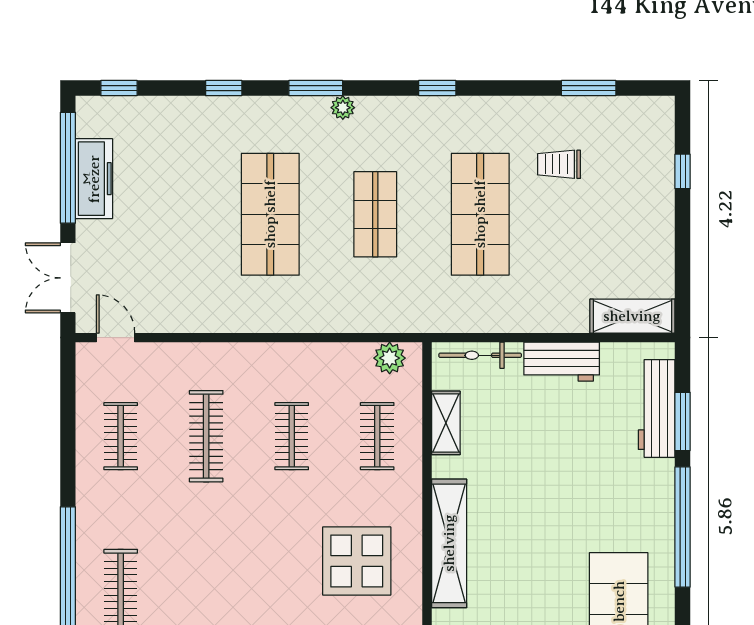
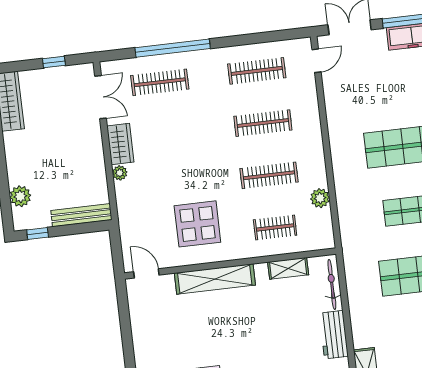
plant: (390, 358) -> (320, 198), moved
clothes rail: (121, 436) -> (257, 71), width x1.36
clothes rail: (292, 436) -> (269, 175), width x1.36

